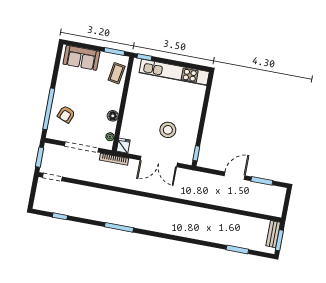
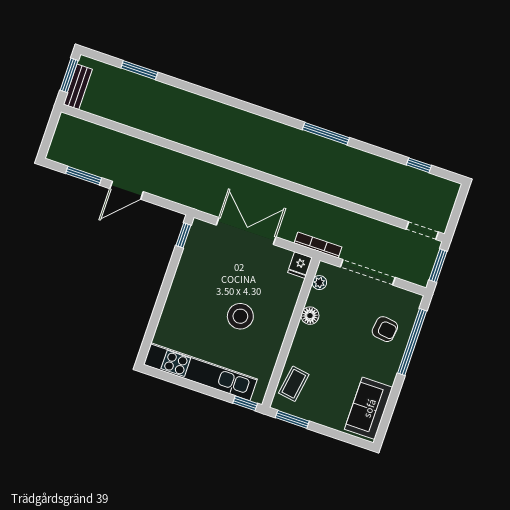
sofa: (81, 58) -> (369, 408), moved, turned -90
armchair: (66, 114) -> (385, 329), turned 75
stool: (168, 130) -> (240, 316), moved

